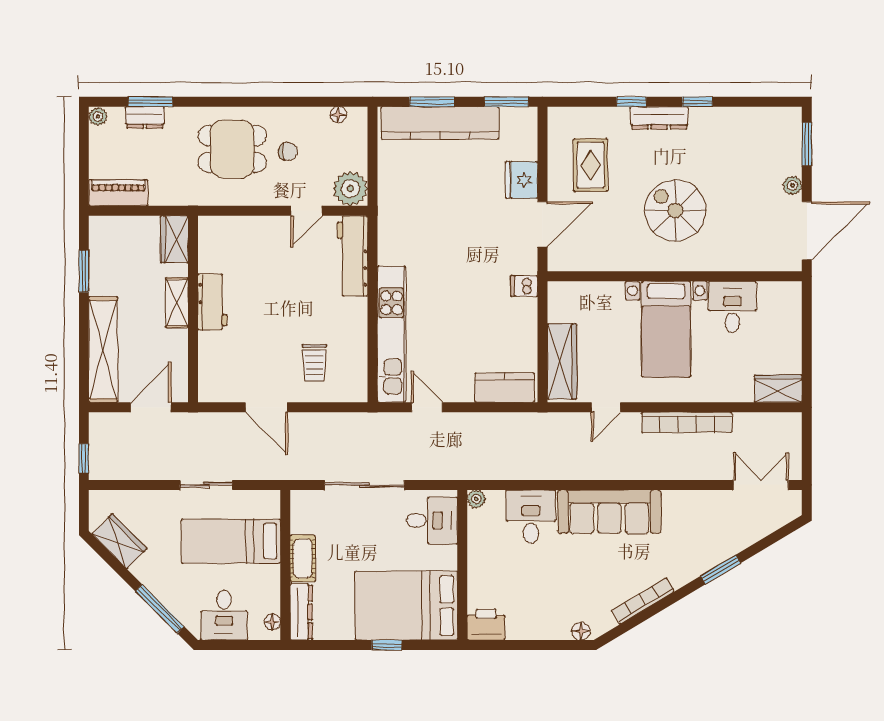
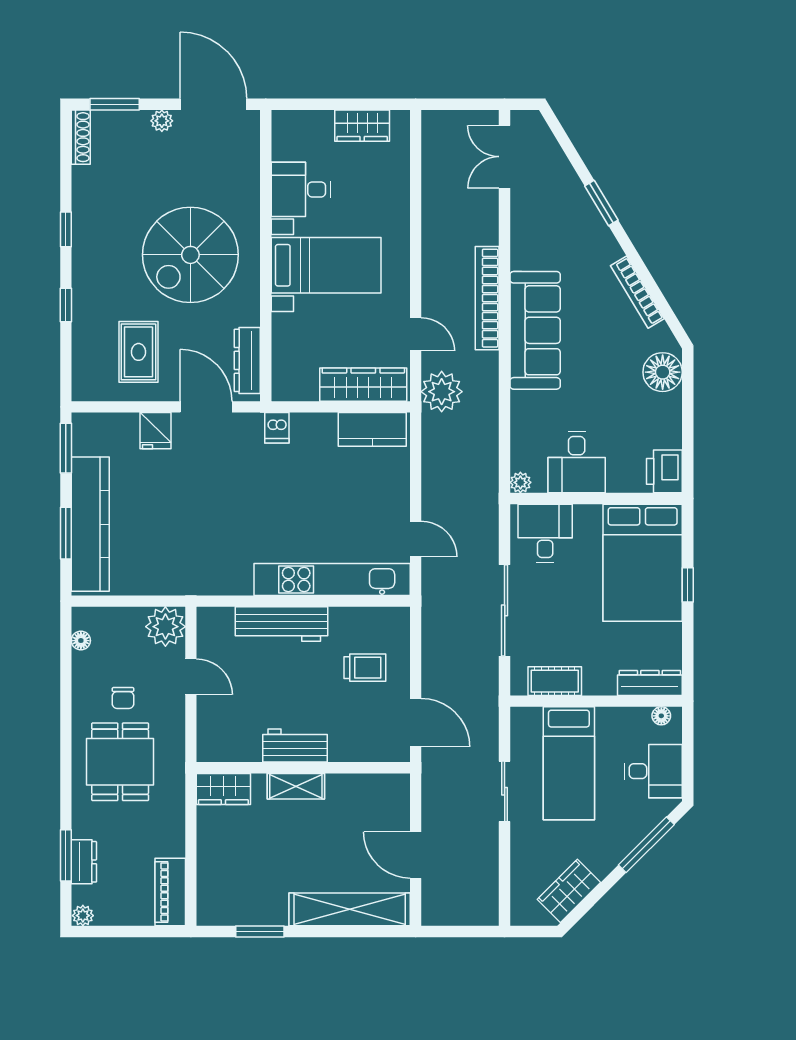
shoe rack: (778, 115) -> (81, 137), added
dresser: (659, 118) -> (247, 360), moved, turned 180
chair: (288, 152) -> (123, 698), turned 180
rug: (590, 165) -> (138, 352), turned 90
fridge: (522, 180) -> (156, 431), width x0.72
spiral stairs: (675, 210) -> (190, 255), width x1.37, depth x1.37
wardrobe: (175, 239) -> (223, 789), moved
workbench: (353, 256) -> (282, 624), moved
workbench: (212, 302) -> (295, 746), moved
shelving: (177, 303) -> (296, 786), moved
wall: (193, 309) -> (303, 768), moved
kitchen counter: (505, 388) -> (372, 429), moved, turned -90
wardrobe: (778, 389) -> (362, 126), moved, turned -90
door: (266, 407) -> (416, 723), hinge flipped
door: (427, 407) -> (416, 539), swing flipped
bookcase: (687, 422) -> (487, 298), moved, turned 180
plant: (556, 430) -> (442, 392), added
window: (84, 458) -> (474, 932), removed
desk: (531, 517) -> (577, 462), moved, turned -90
cot: (303, 558) -> (555, 681), moved
floor lamp: (581, 631) -> (663, 372), width x1.89, depth x1.89

